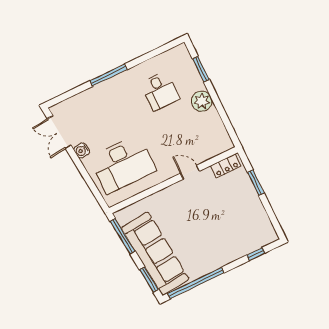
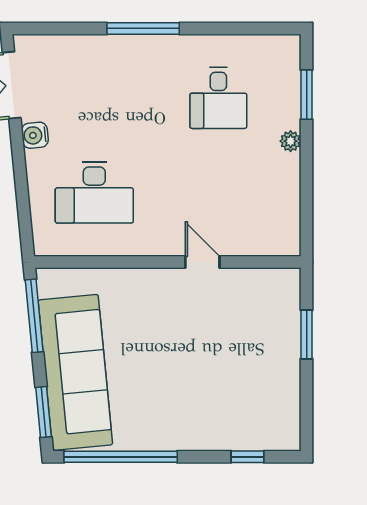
plant: (202, 101) -> (291, 141), width x0.53, depth x0.53
desk: (123, 164) -> (94, 193), width x0.73, depth x0.77
locker: (226, 166) -> (269, 281), removed

